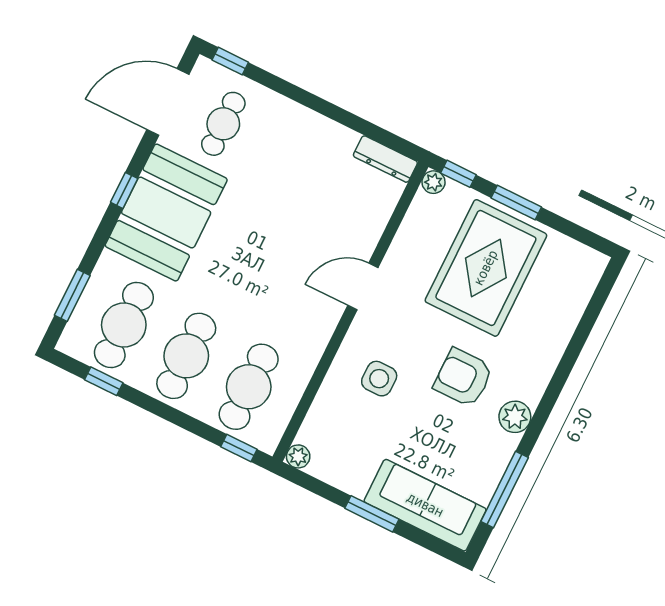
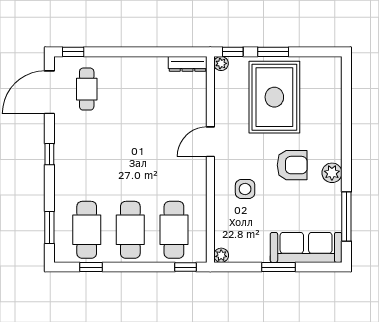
booth: (166, 213) -> (79, 155), removed
armchair: (463, 378) -> (292, 165), turned 180

